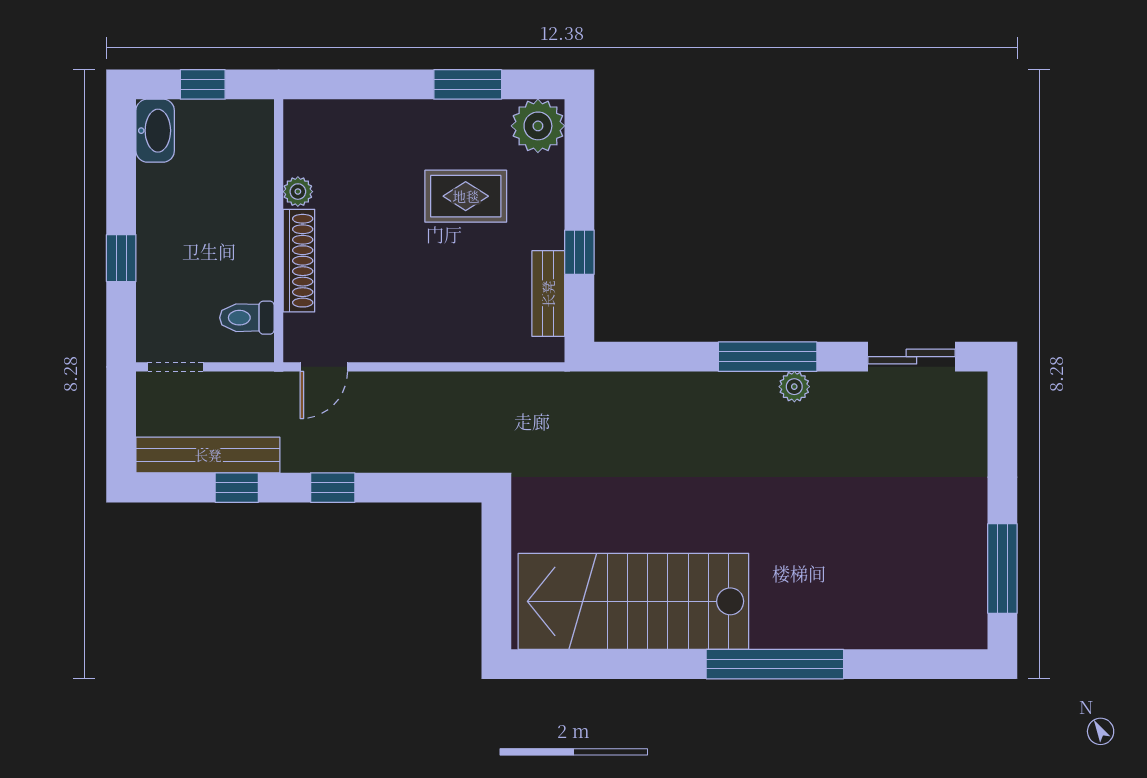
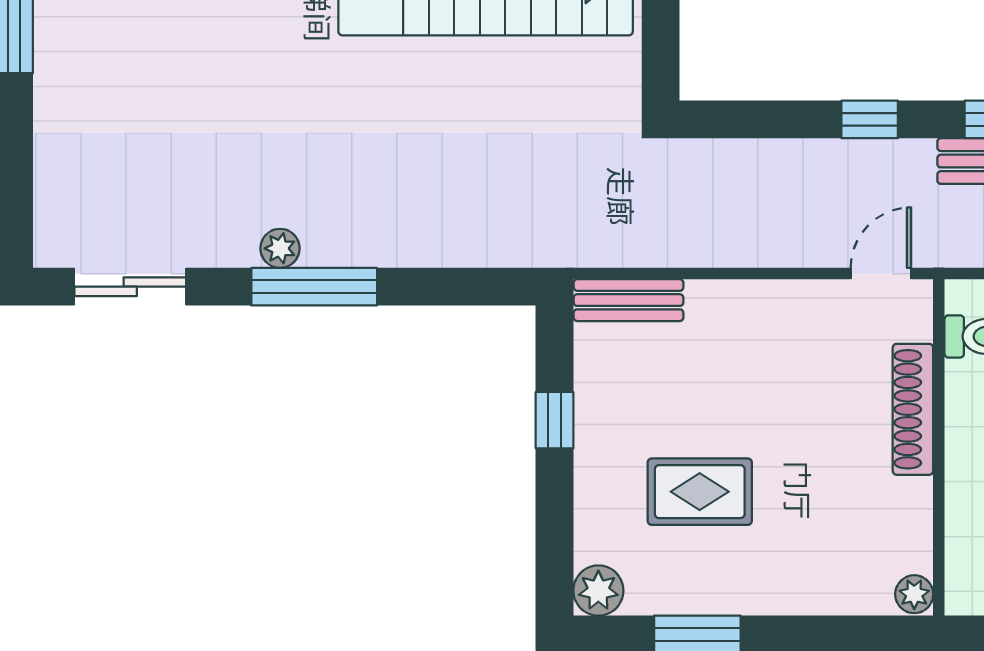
plant: (538, 126) -> (598, 591), width x0.73, depth x0.73
plant: (298, 192) -> (914, 594), moved
bench: (548, 294) -> (629, 300), moved, turned 90

